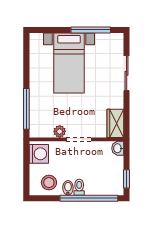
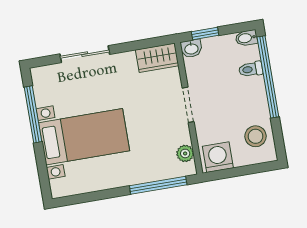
plant: (60, 131) -> (185, 153), moved
window: (127, 179) -> (205, 34), moved
toilet: (79, 187) -> (251, 69), moved
bidet: (68, 188) -> (246, 38), moved

